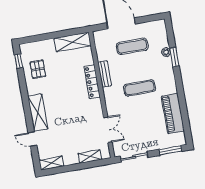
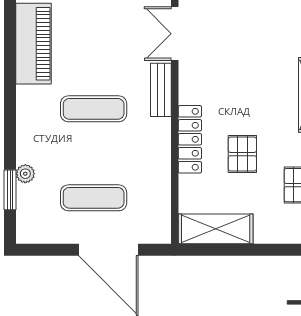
window: (174, 57) -> (10, 190), moved
bench: (105, 74) -> (161, 90), moved
pallet: (66, 79) -> (242, 154), added

